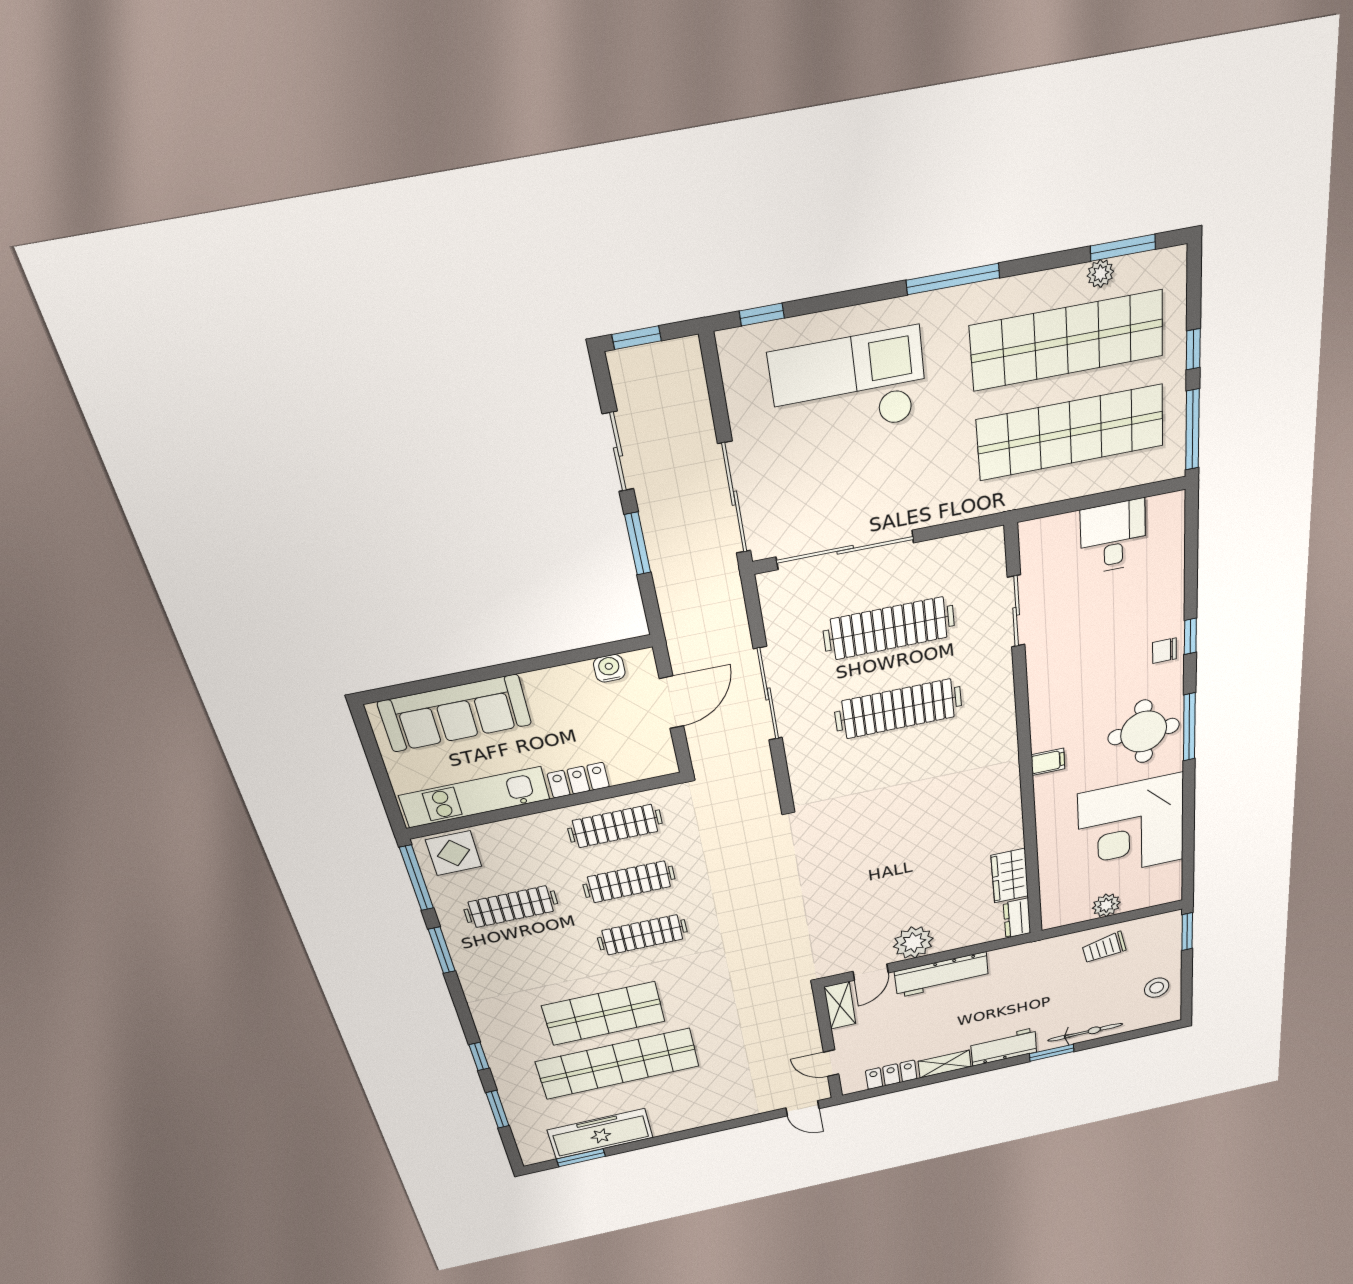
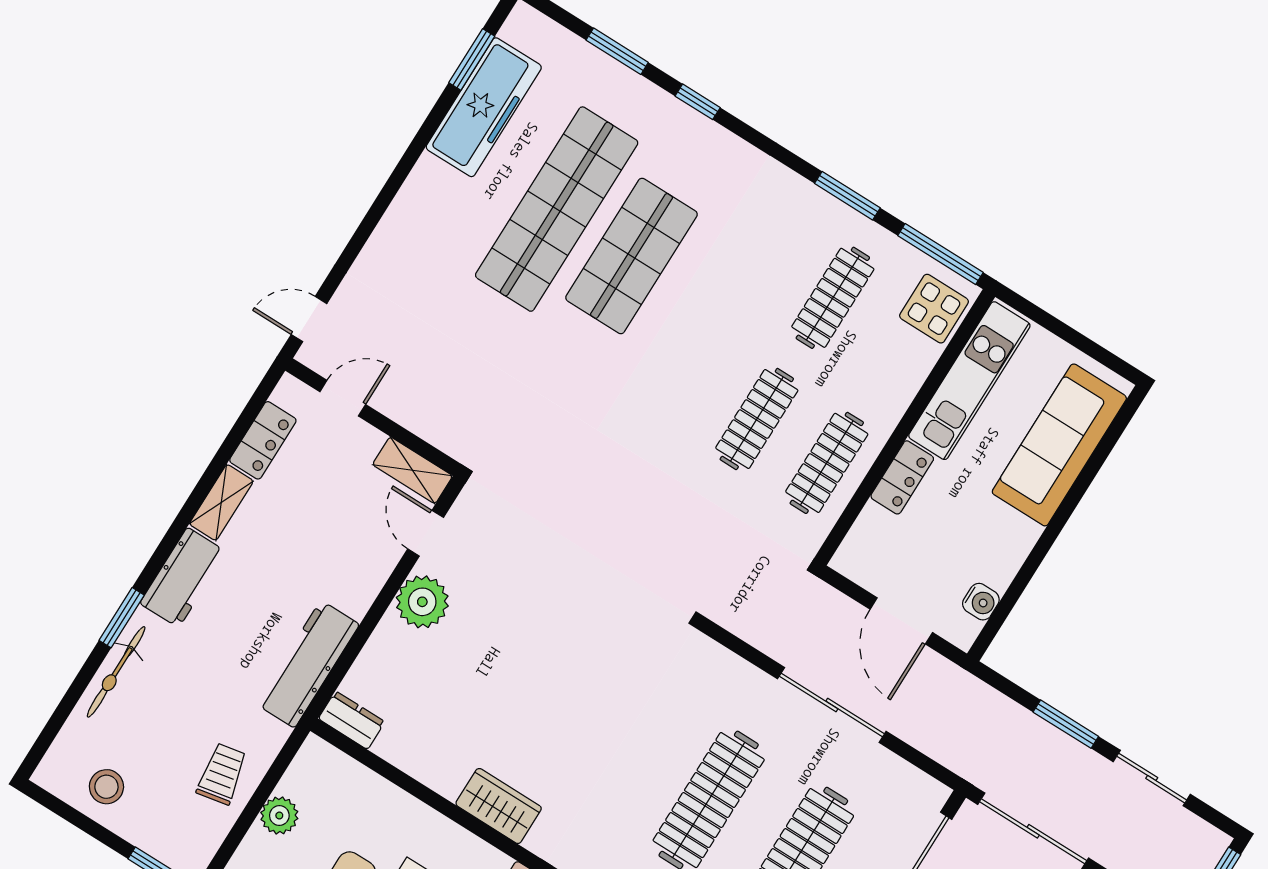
wardrobe: (1010, 876) -> (499, 806), moved
clothes rail: (642, 935) -> (687, 375), removed
workbench: (942, 975) -> (308, 664), moved

